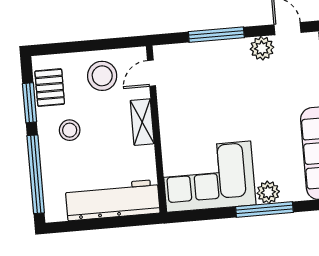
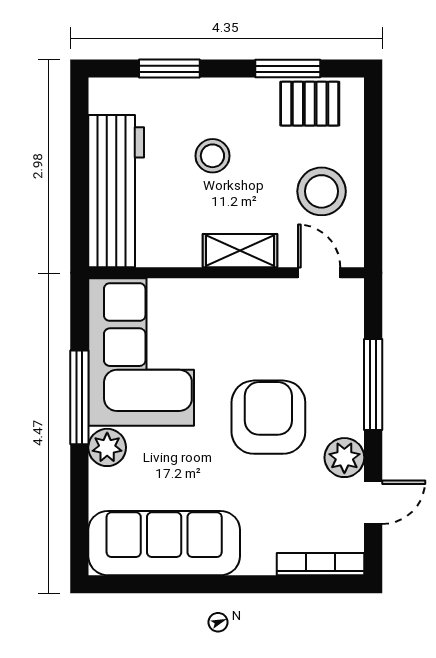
armchair: (241, 96) -> (268, 417), added
stool: (70, 130) -> (212, 156), moved
window: (36, 174) -> (169, 69), width x0.47
window: (264, 209) -> (79, 397), moved

